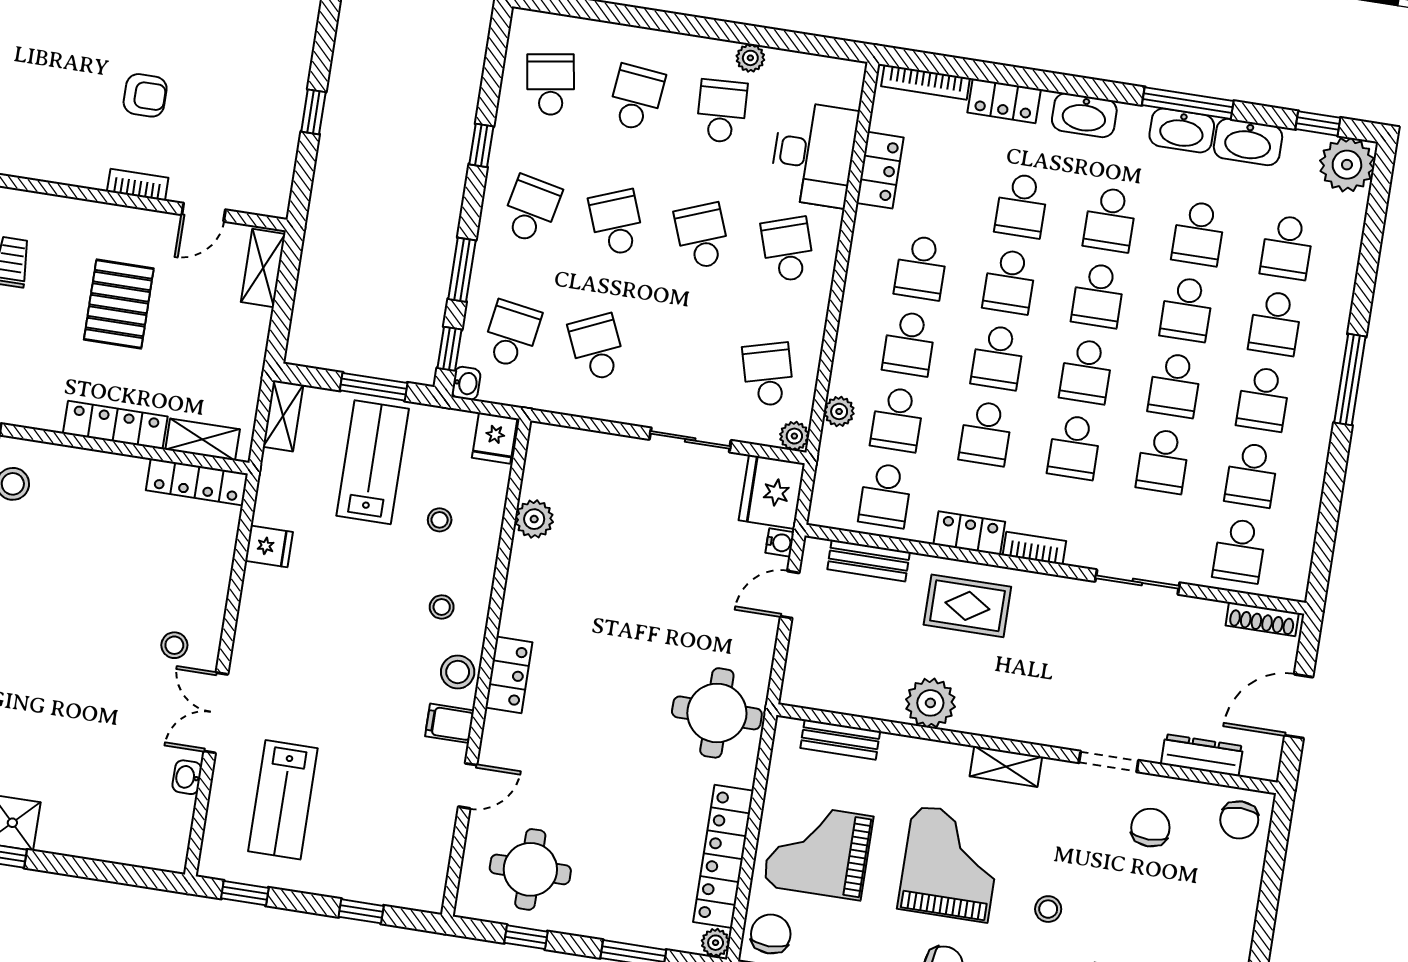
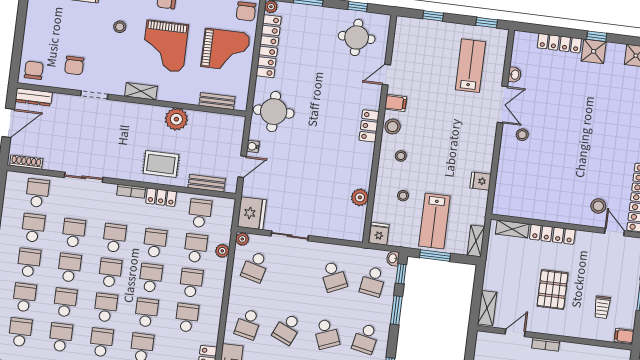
school desk: (702, 236) -> (287, 329), turned 45
school desk: (788, 250) -> (248, 324), turned 30
school desk: (768, 374) -> (255, 267), turned 30
locker: (197, 482) -> (559, 43), moved, turned 180
water cooler: (780, 543) -> (253, 146), moved
dresser: (1202, 755) -> (34, 97), moved

